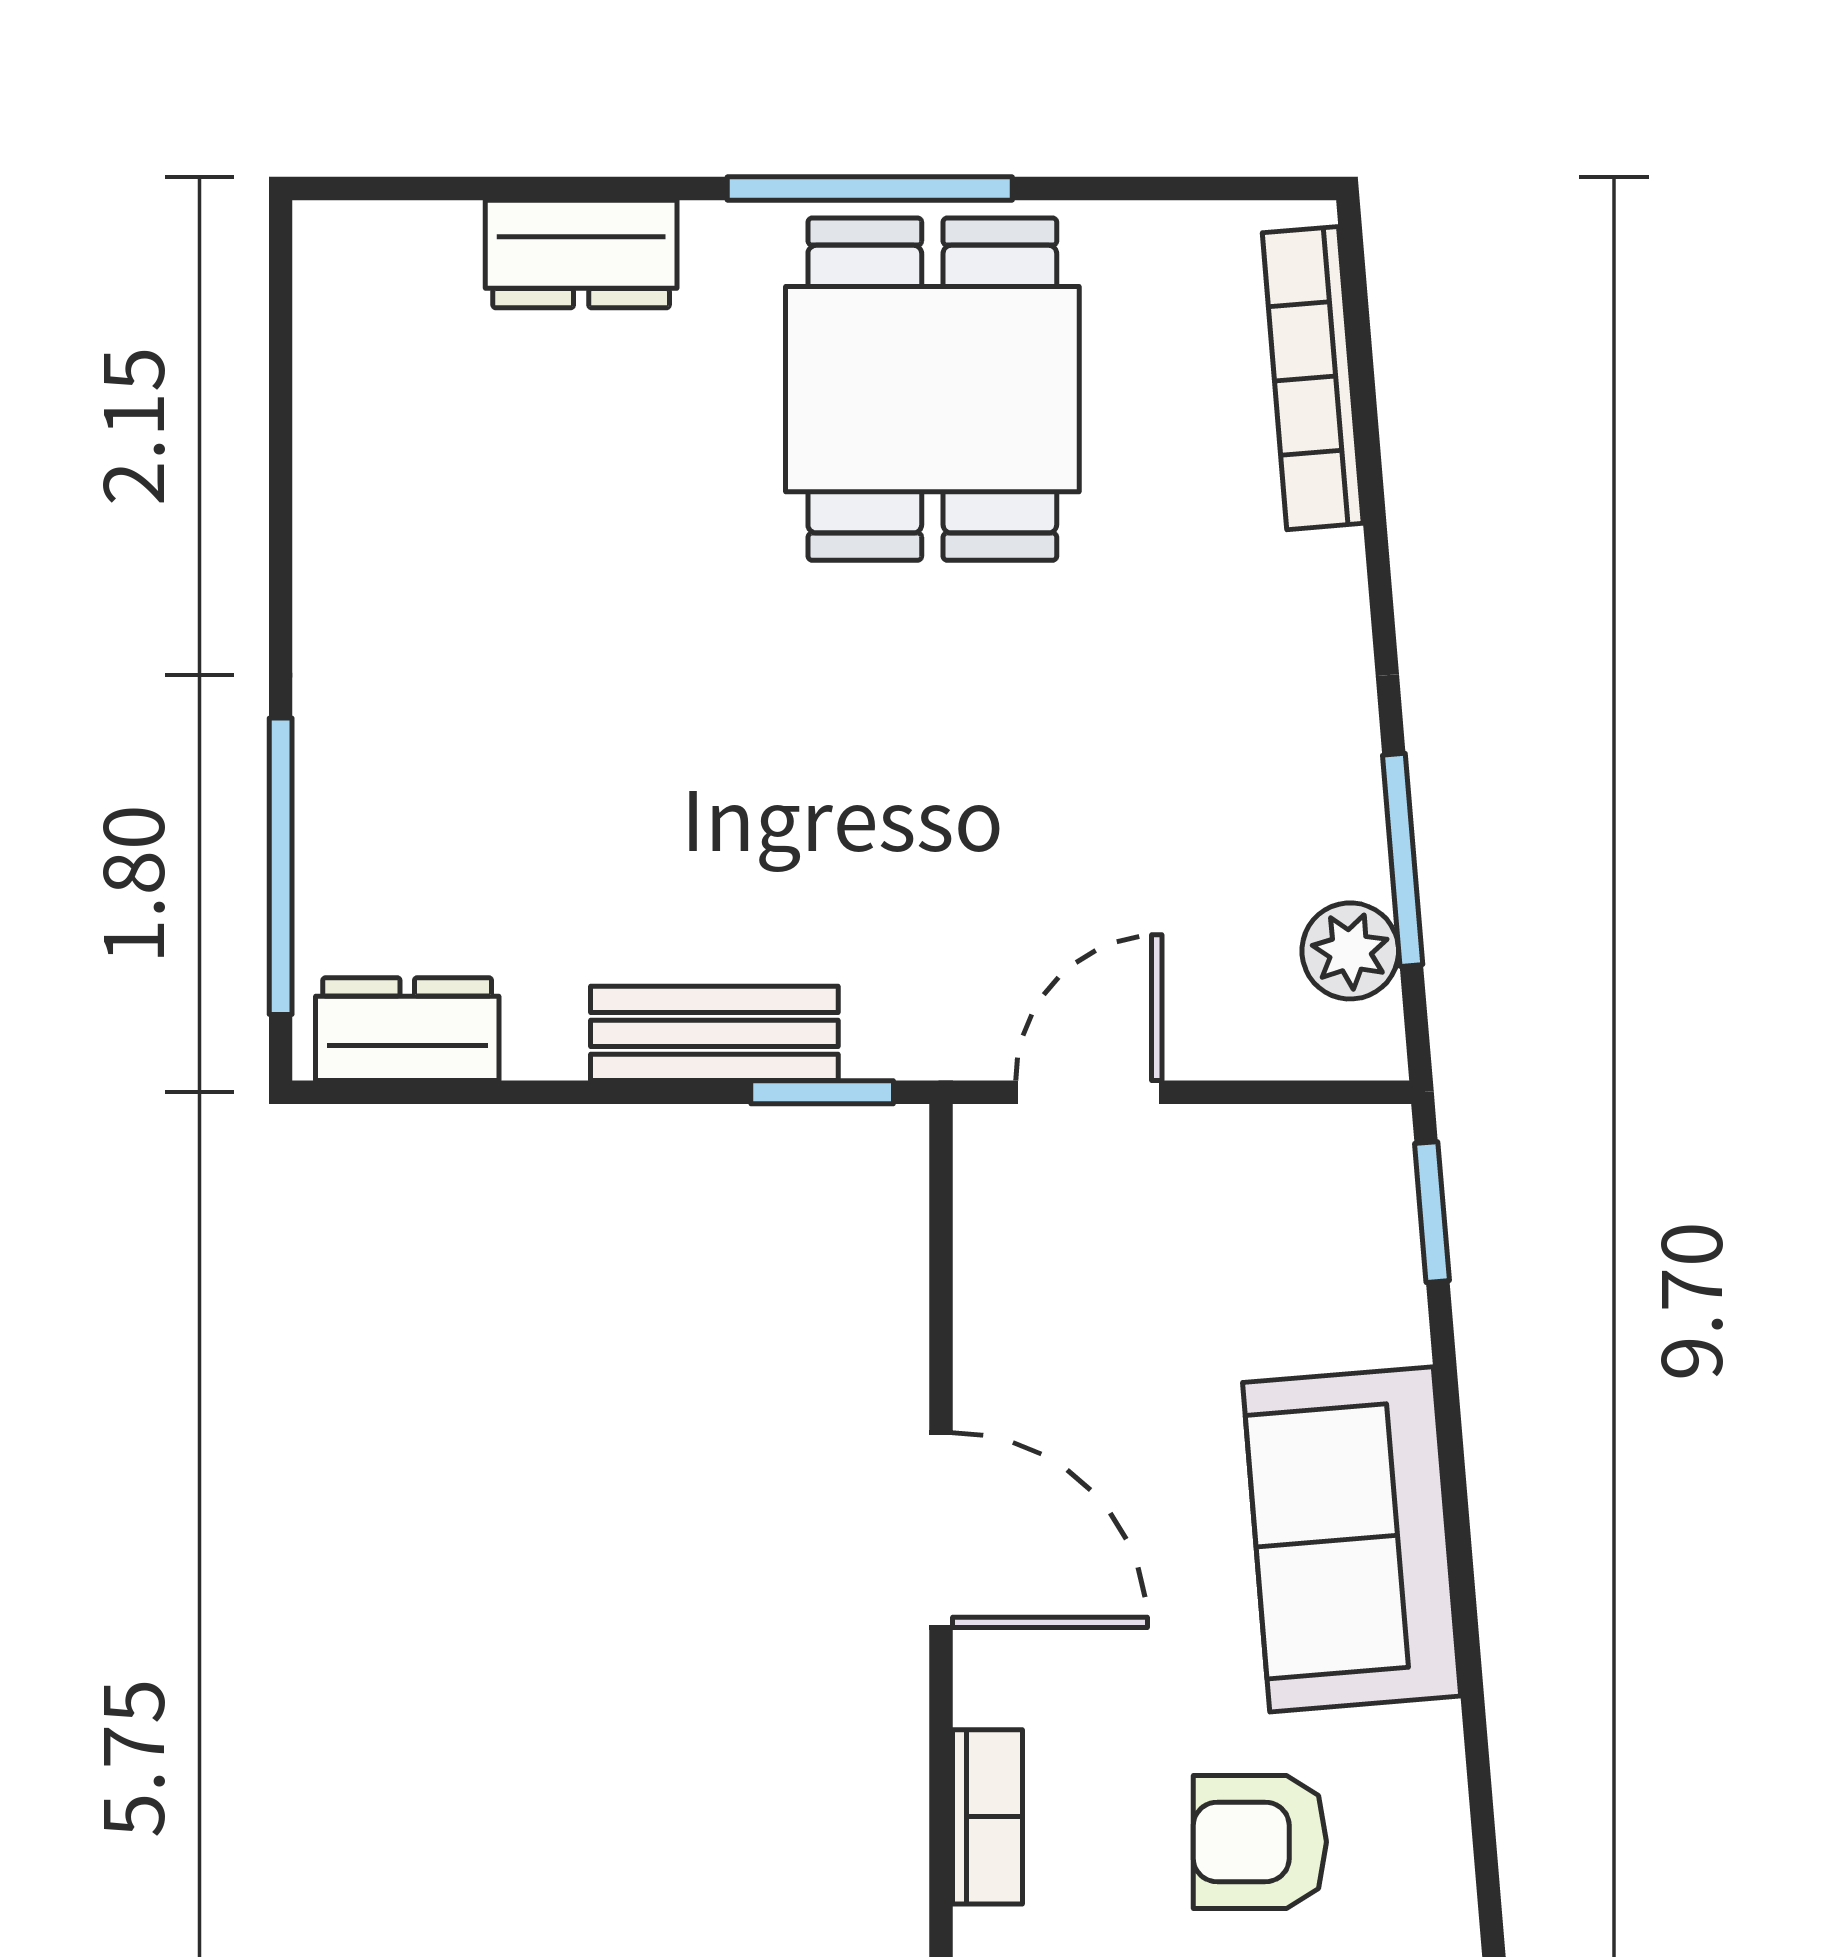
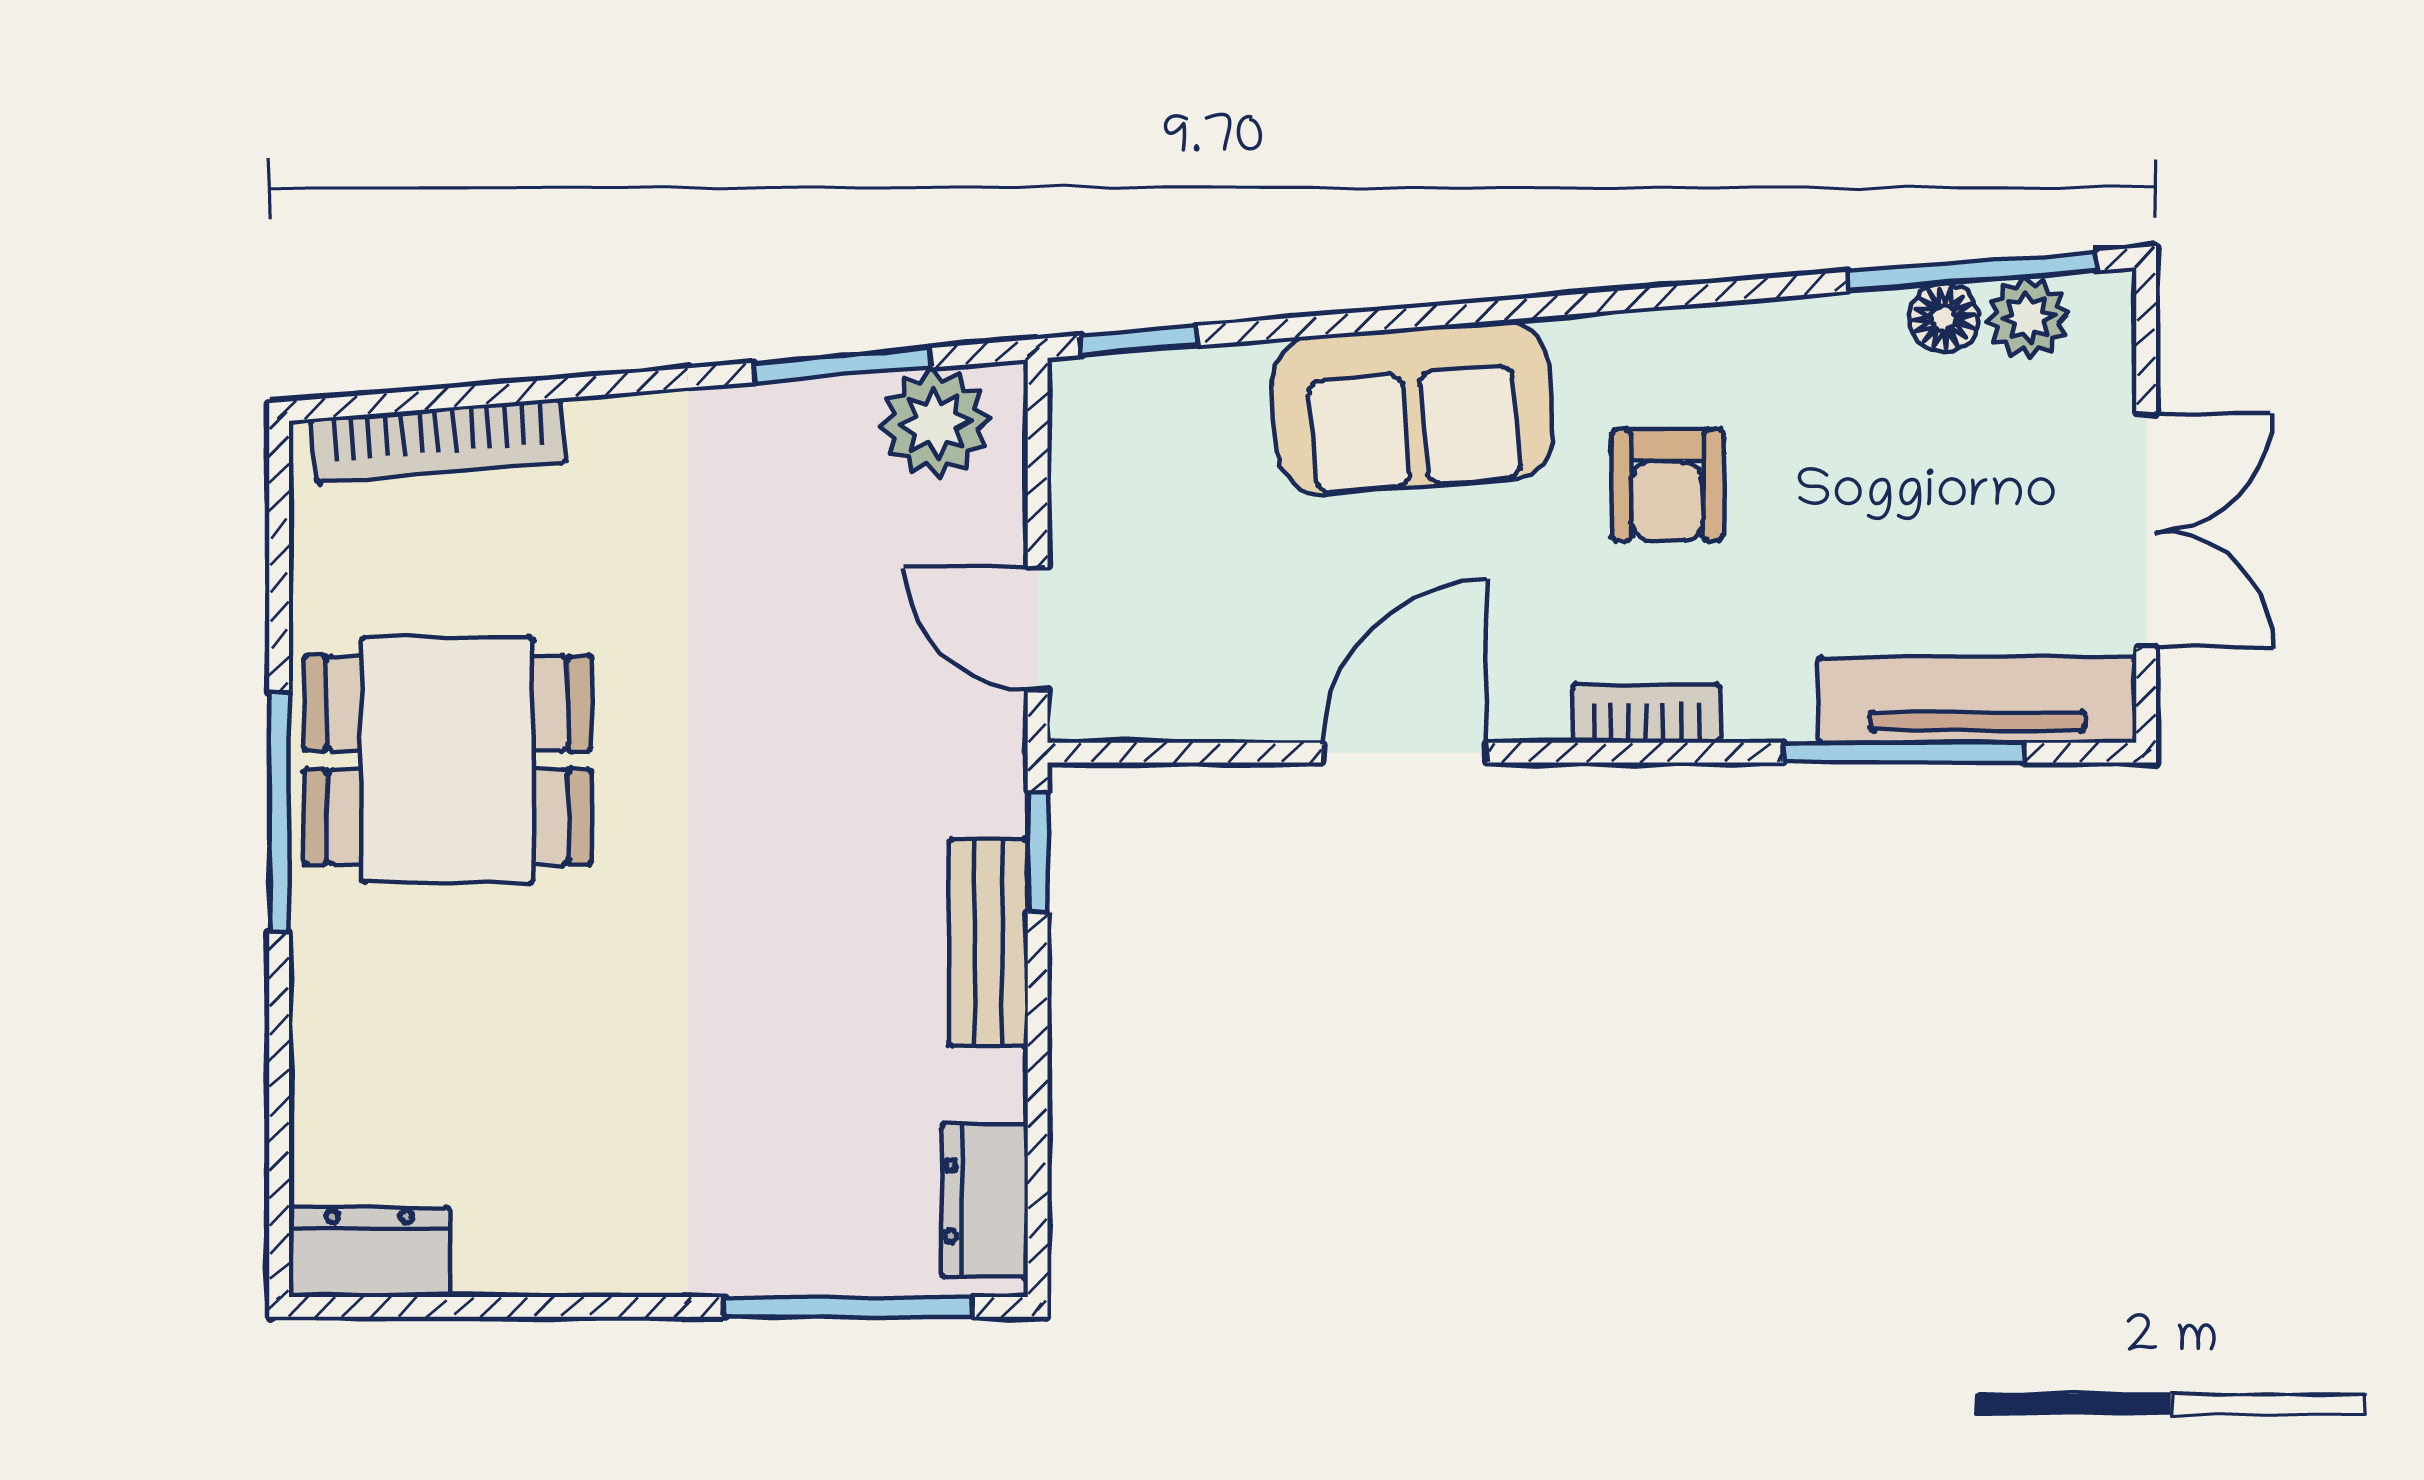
dresser: (581, 254) -> (369, 1252), moved, turned -90
plant: (1350, 951) -> (935, 423), width x1.38, depth x1.38

